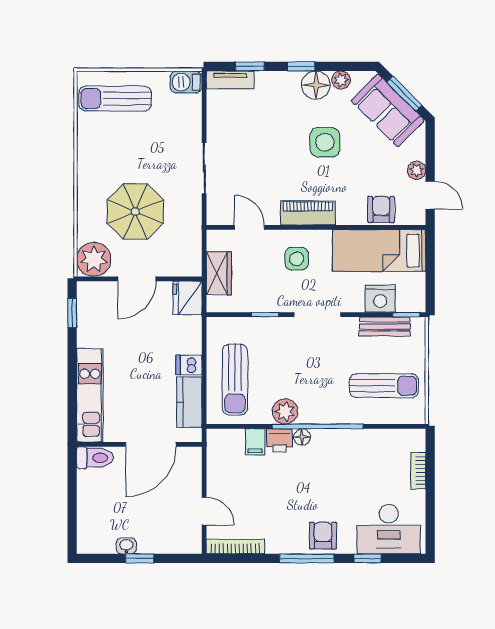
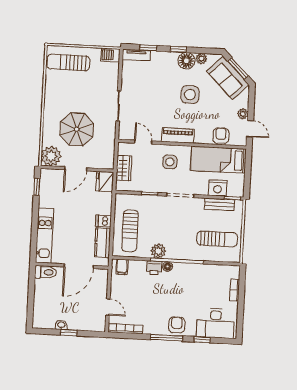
filing cabinet: (255, 442) -> (122, 267), moved

